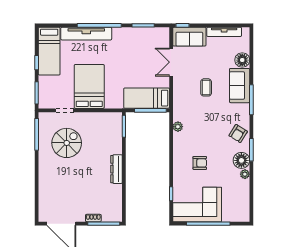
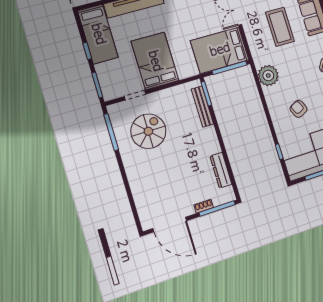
coffee table: (206, 87) -> (280, 27), width x1.86, depth x1.72
bed: (147, 98) -> (220, 50), width x1.50
plant: (178, 127) -> (268, 76), width x1.87, depth x1.87
bench: (117, 136) -> (202, 107), added
armchair: (200, 163) -> (299, 109), turned -115
dresser: (116, 169) -> (221, 170), moved

